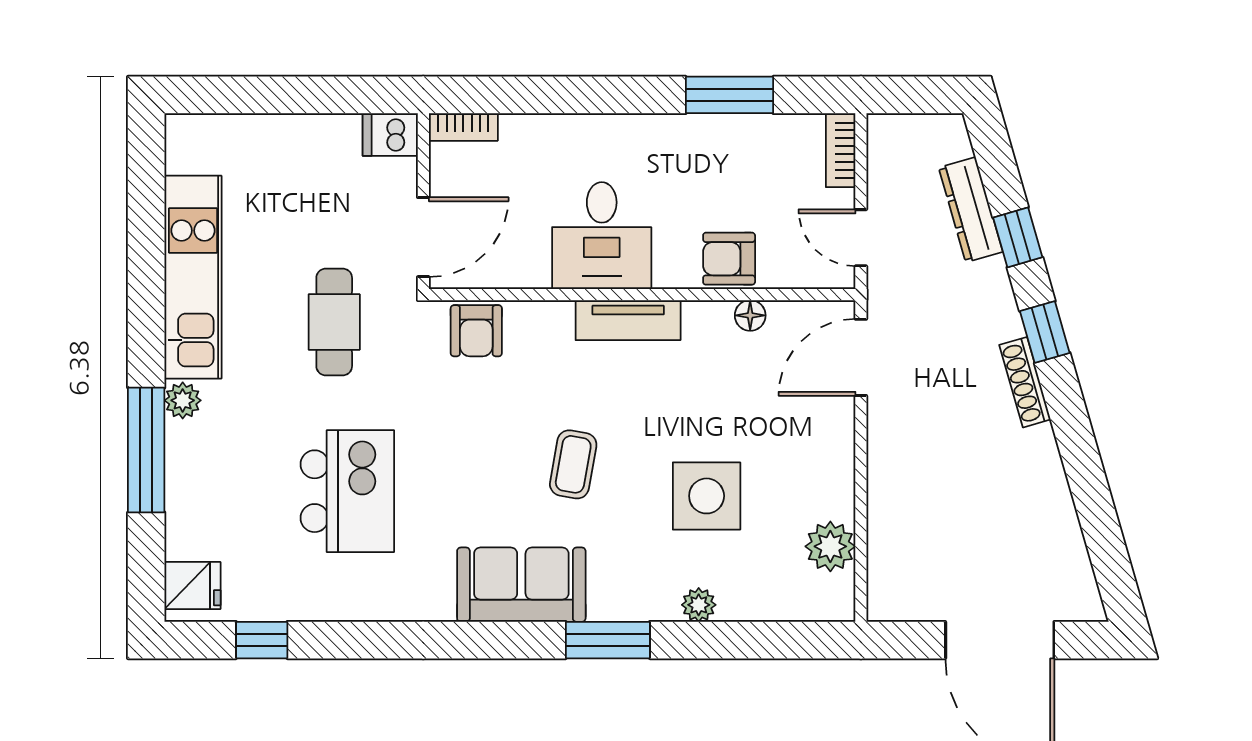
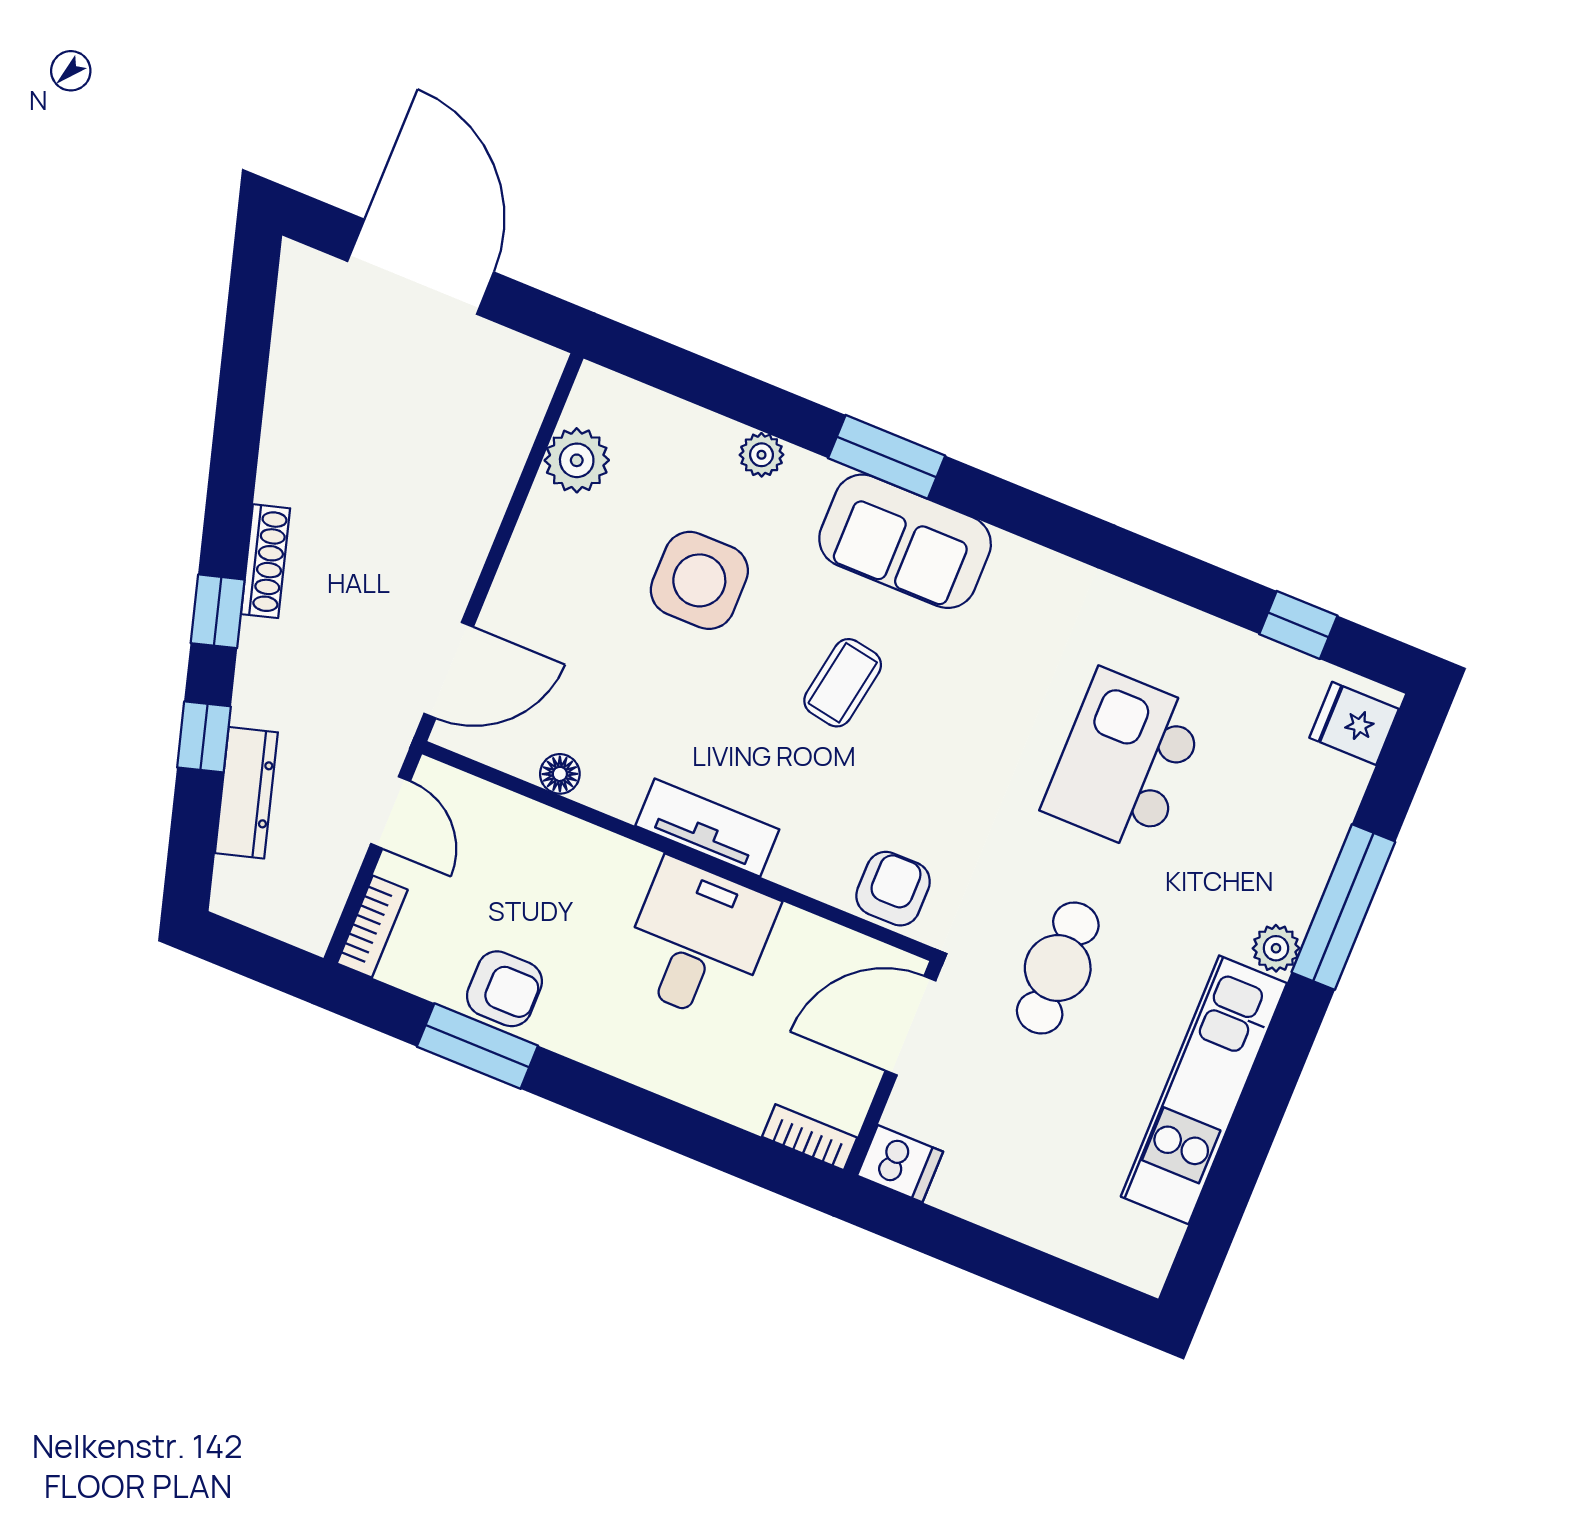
armchair: (729, 259) -> (504, 989), moved
sofa: (521, 585) -> (905, 541), moved

